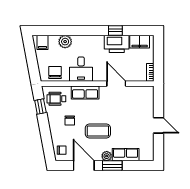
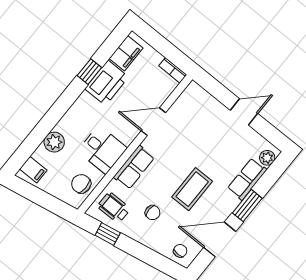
wheelchair: (56, 99) -> (114, 208), turned 90
plant: (107, 156) -> (267, 158), moved

